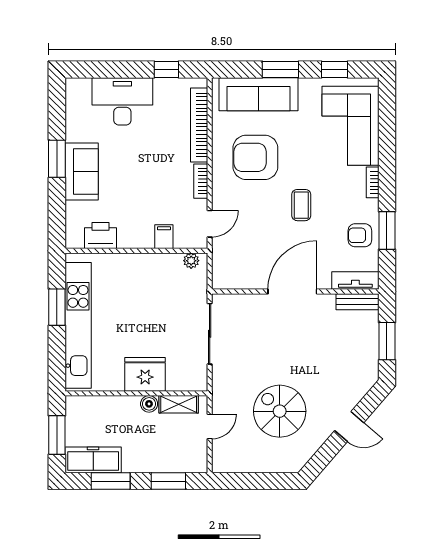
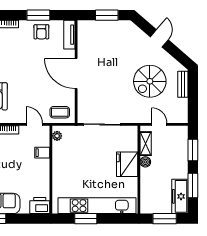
coffee table: (301, 205) -> (60, 112), moved
printer: (100, 236) -> (40, 206), moved, turned 90
bench: (357, 302) -> (183, 84), moved

